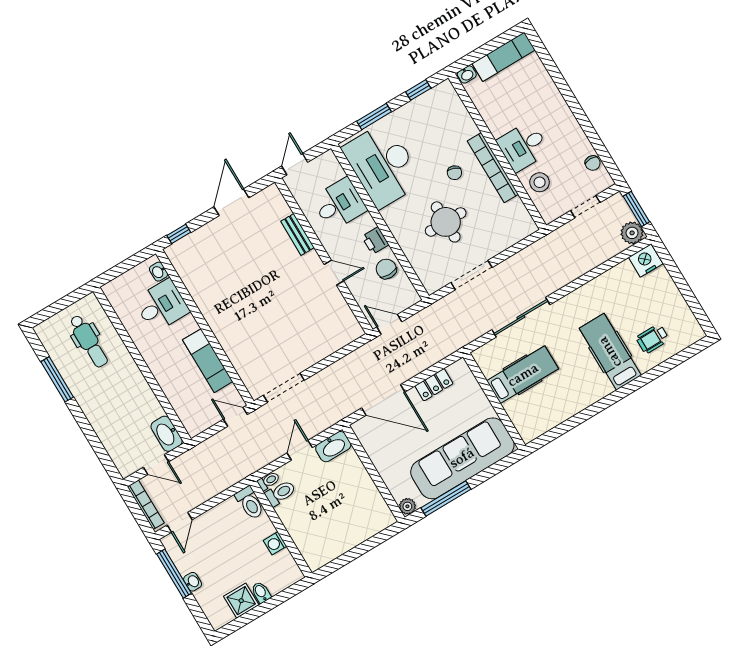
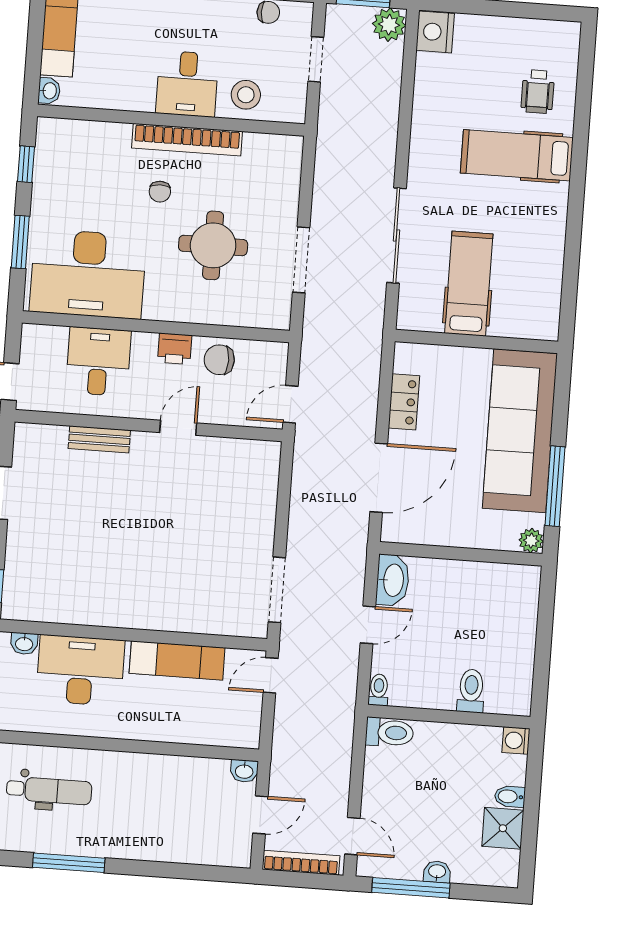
chair: (454, 173) -> (160, 192), turned 70
desk: (162, 306) -> (80, 670), width x1.37
washbasin: (167, 434) -> (244, 771), width x0.52, depth x0.69
door: (300, 450) -> (368, 625), swing flipped
toilet: (280, 493) -> (471, 691), moved
washing machine: (275, 543) -> (516, 740), moved, turned 90

